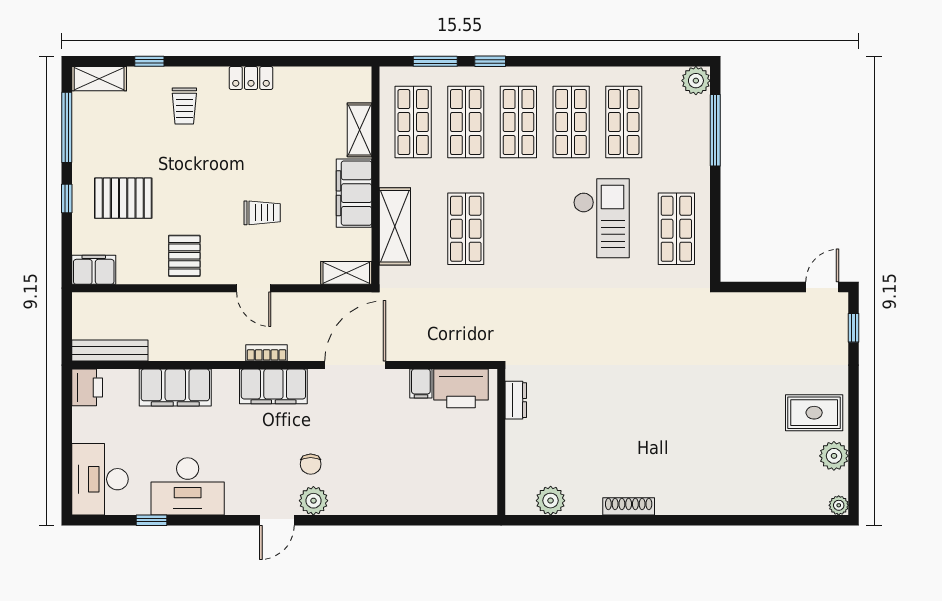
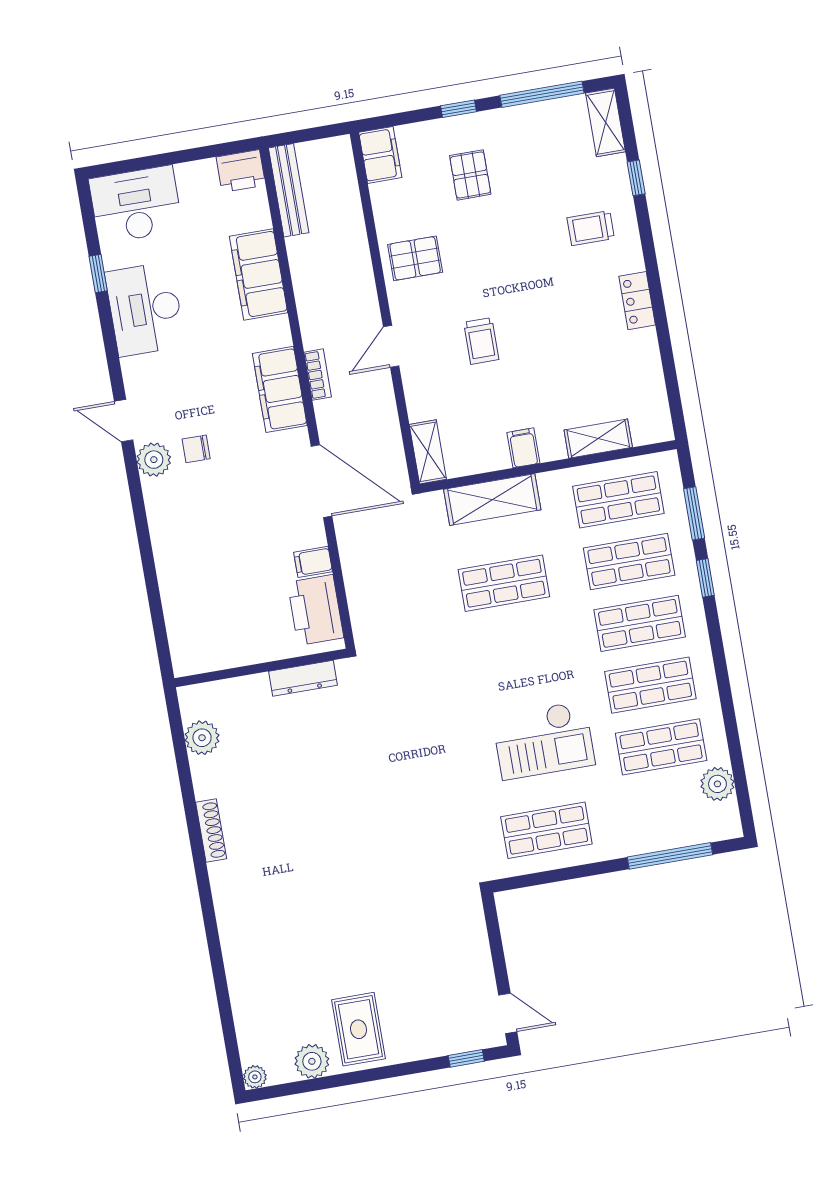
plant: (696, 81) -> (717, 784), moved
filing cabinet: (354, 193) -> (523, 448), width x0.33, depth x0.86
pallet: (123, 198) -> (470, 175), width x0.67, depth x0.71
dresser: (516, 400) -> (303, 678), width x1.44

